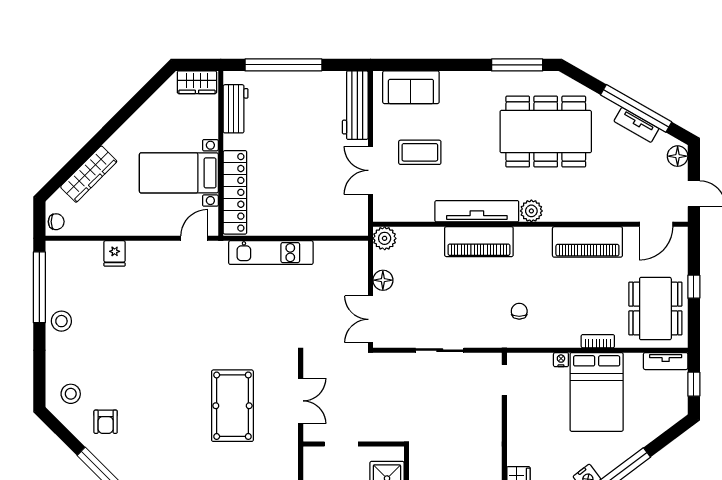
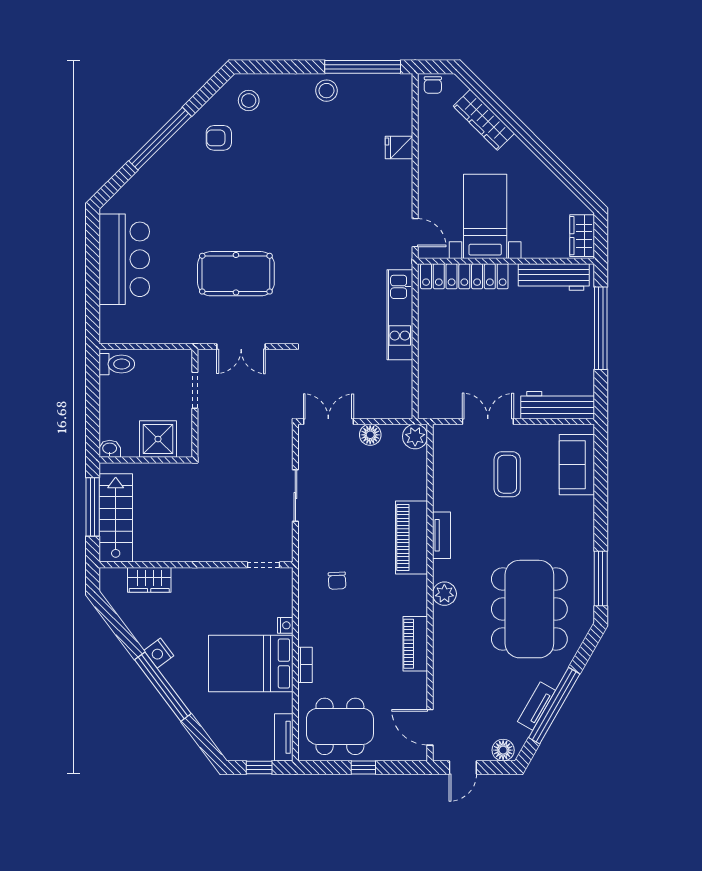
workbench: (236, 109) -> (554, 277), width x1.38
tv unit: (477, 211) -> (442, 535), width x0.52, depth x0.78
piano: (587, 242) -> (415, 644), width x0.73, depth x0.75
chair: (519, 311) -> (337, 581), turned 87

